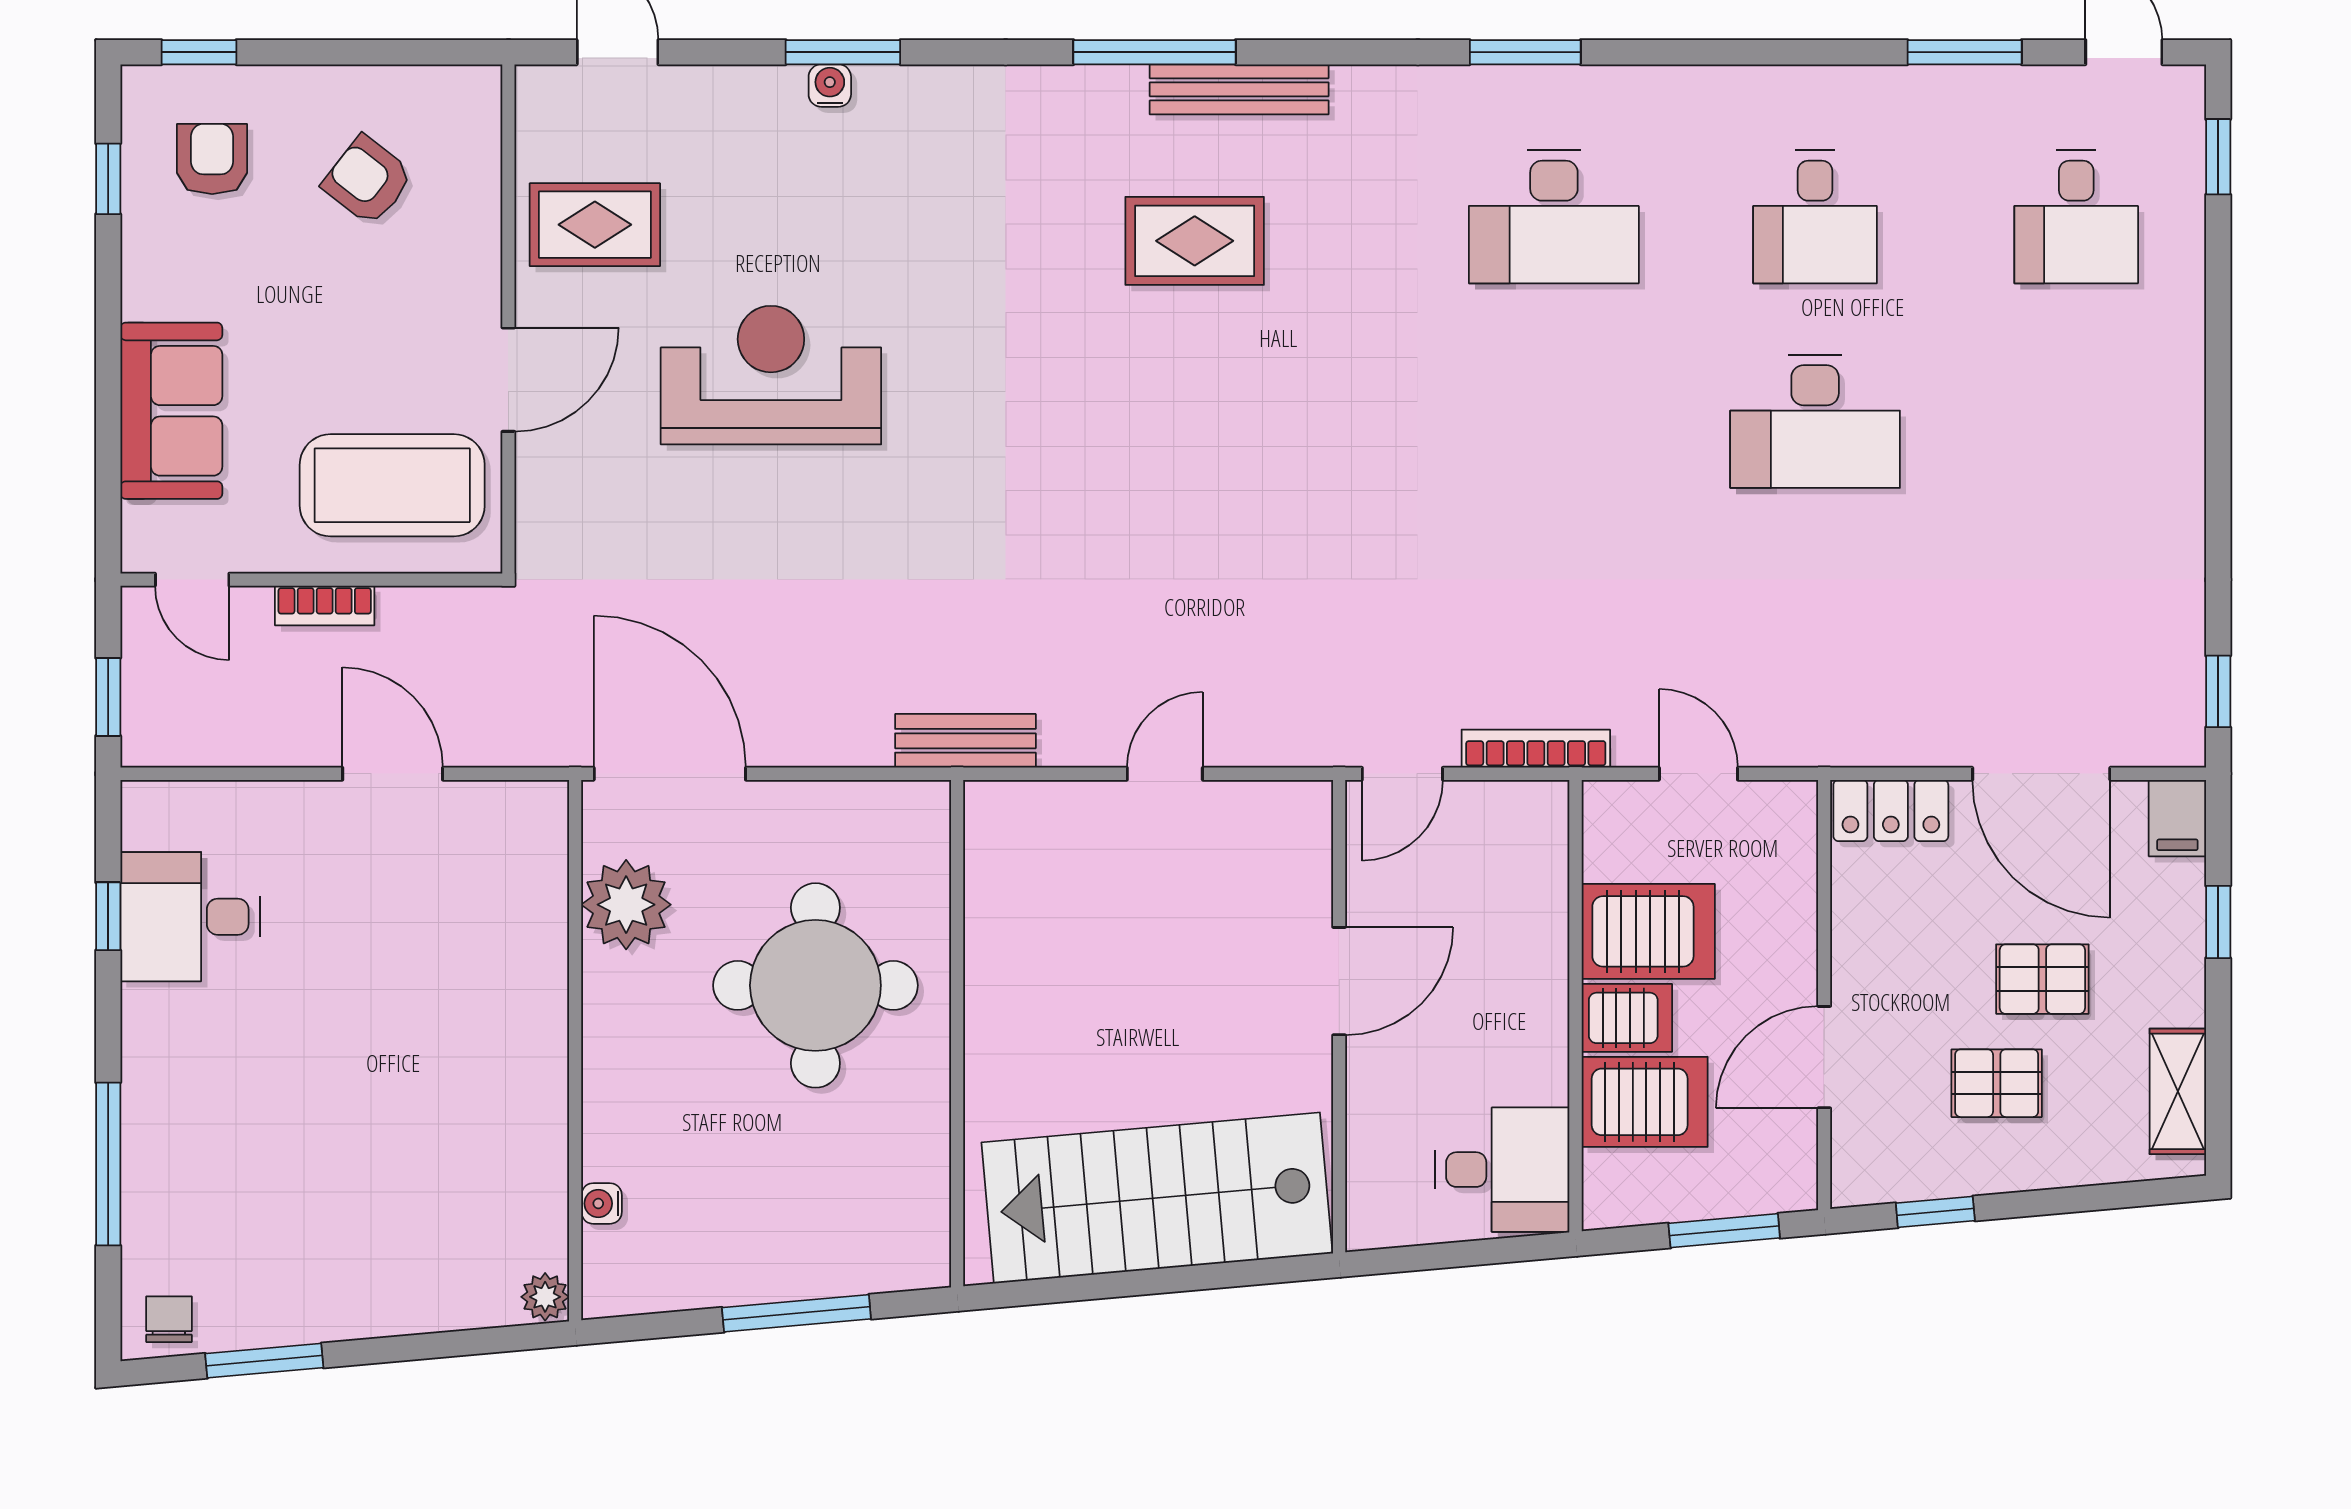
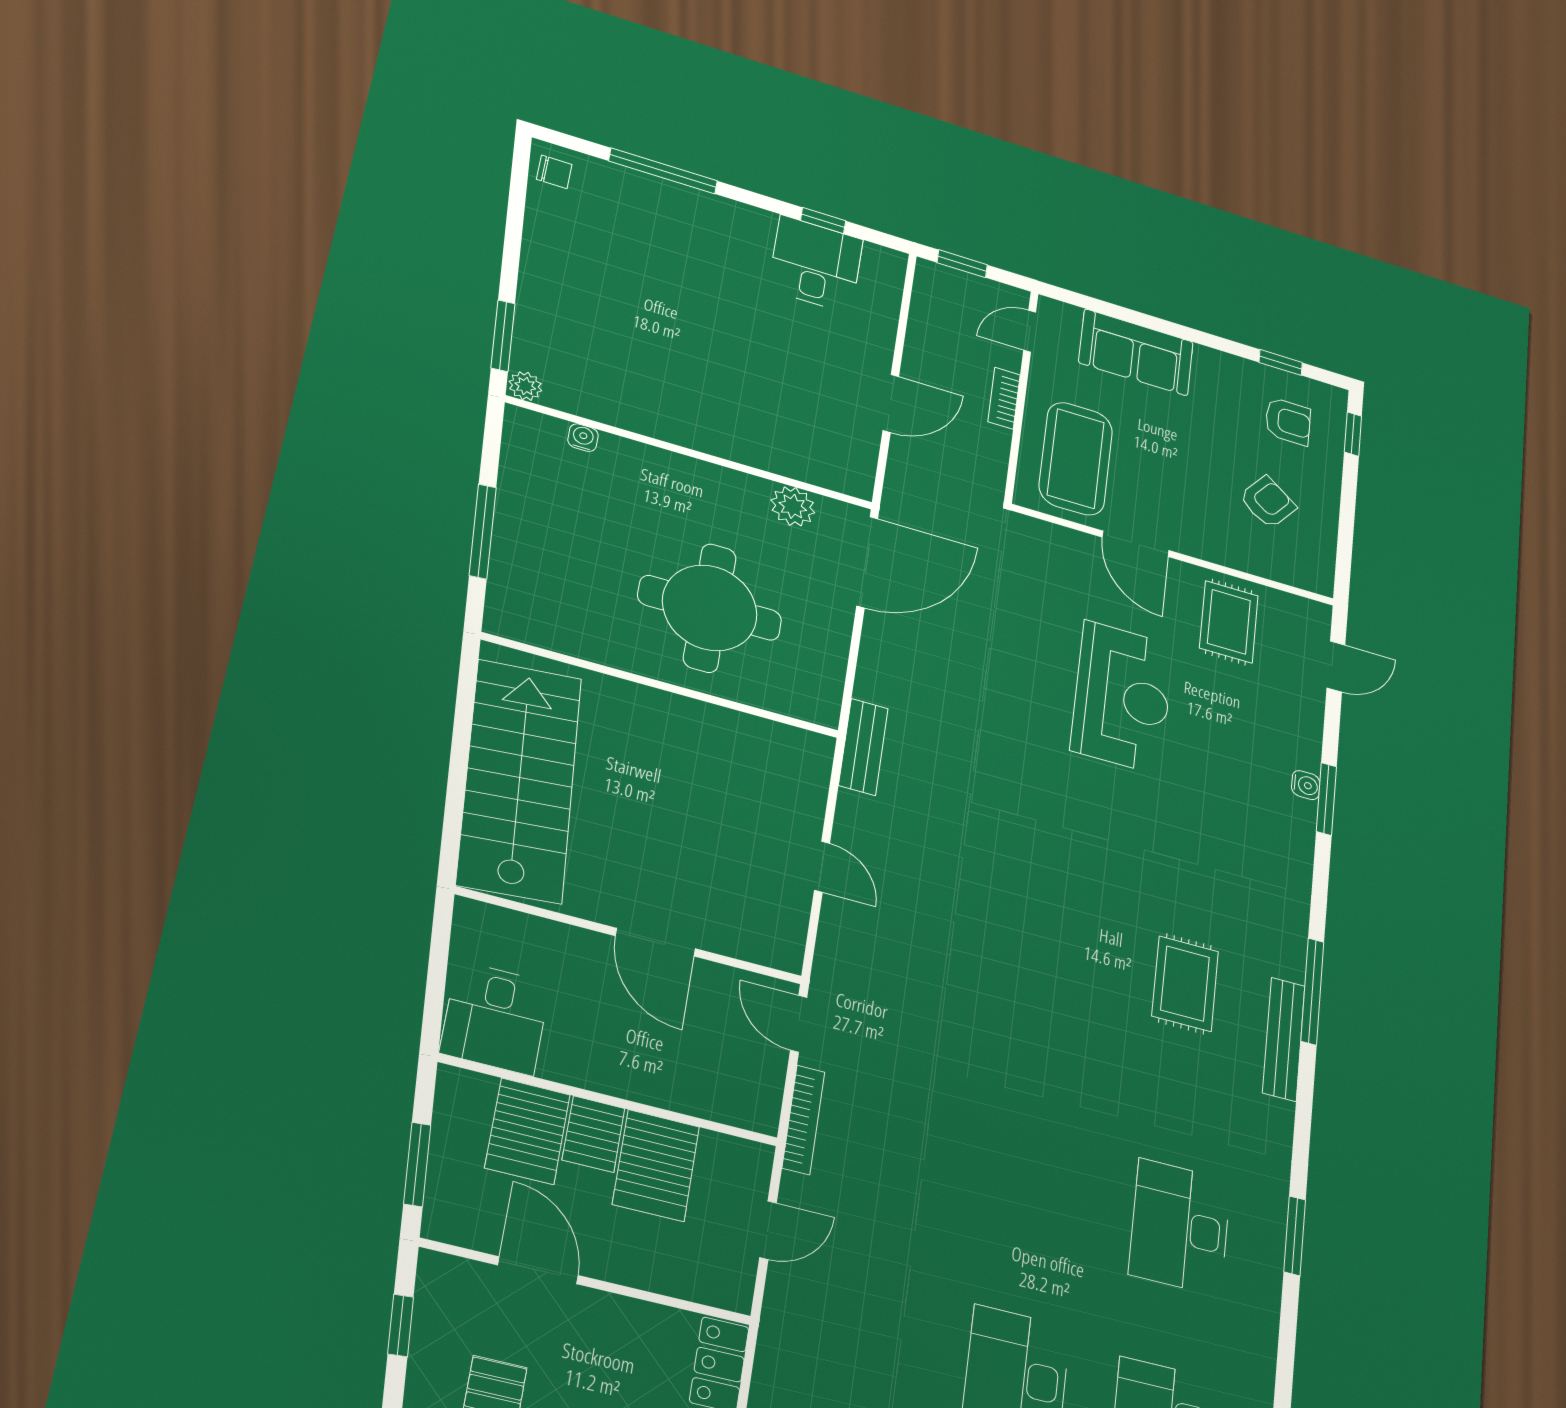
plant: (626, 905) -> (793, 506), width x0.73, depth x0.73
window: (264, 1361) -> (503, 336), moved

